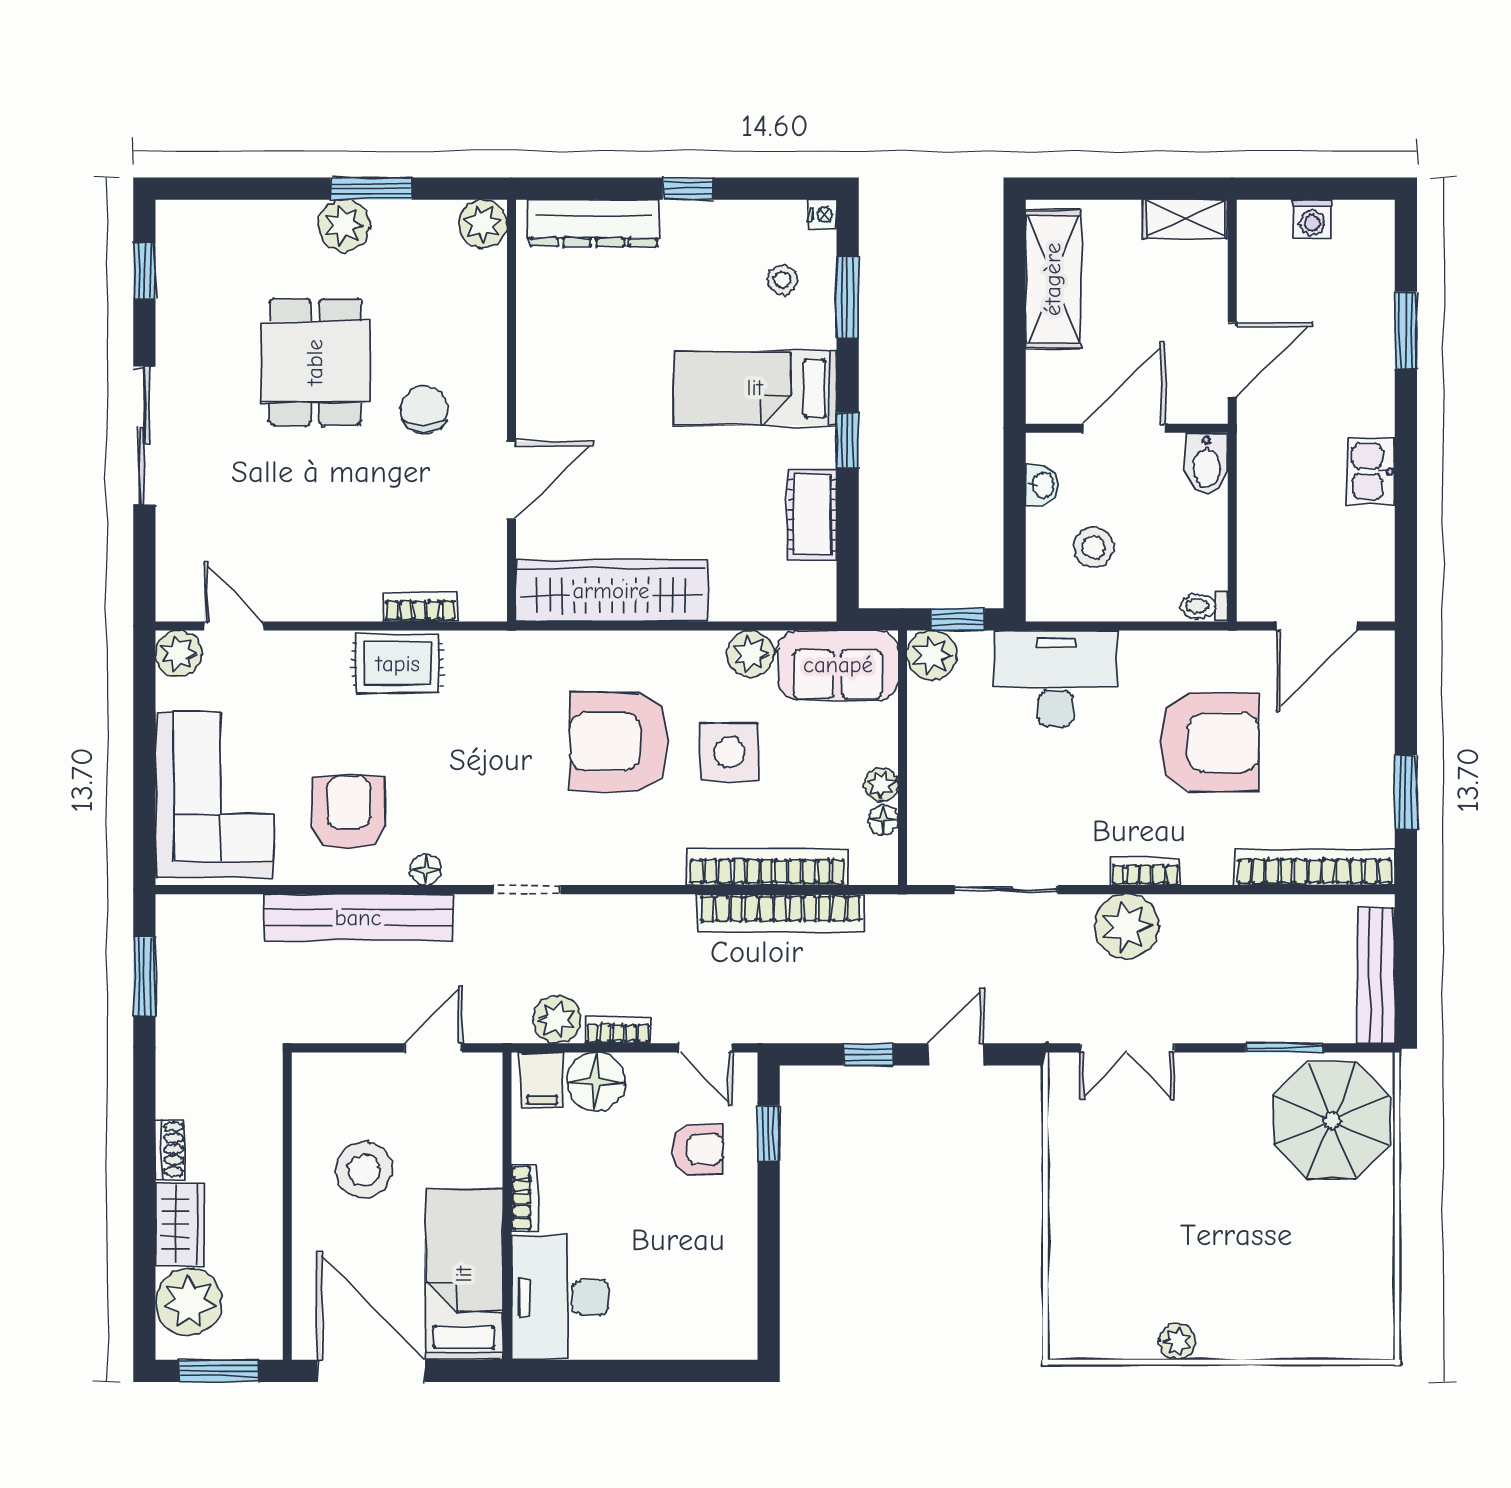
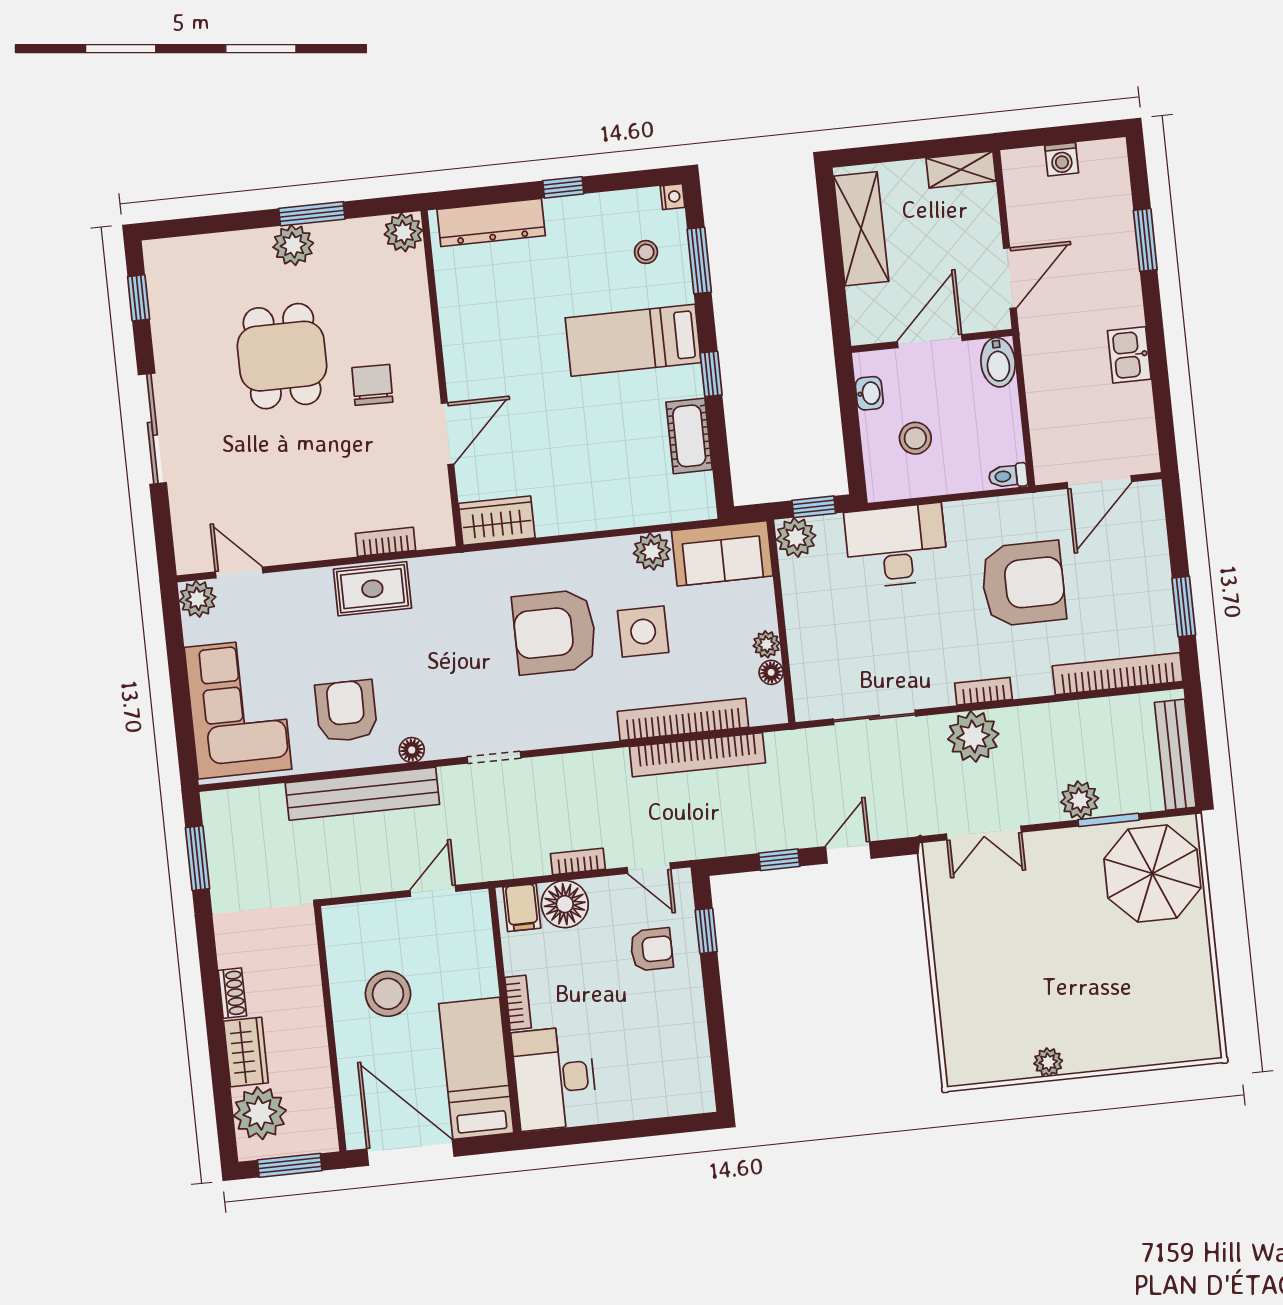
wardrobe: (611, 591) -> (497, 521), width x0.48, depth x0.85
plant: (557, 1019) -> (1080, 800), moved

